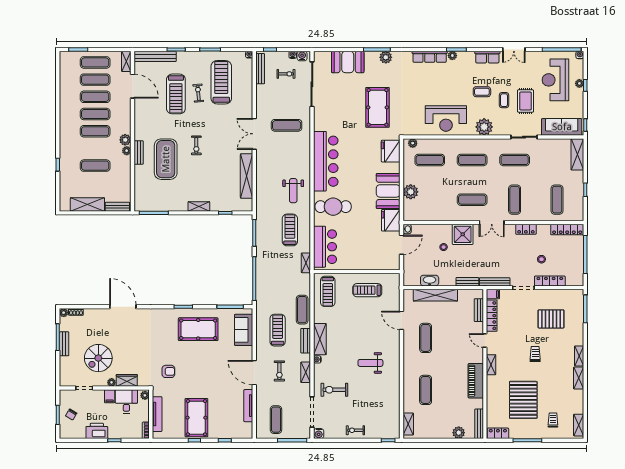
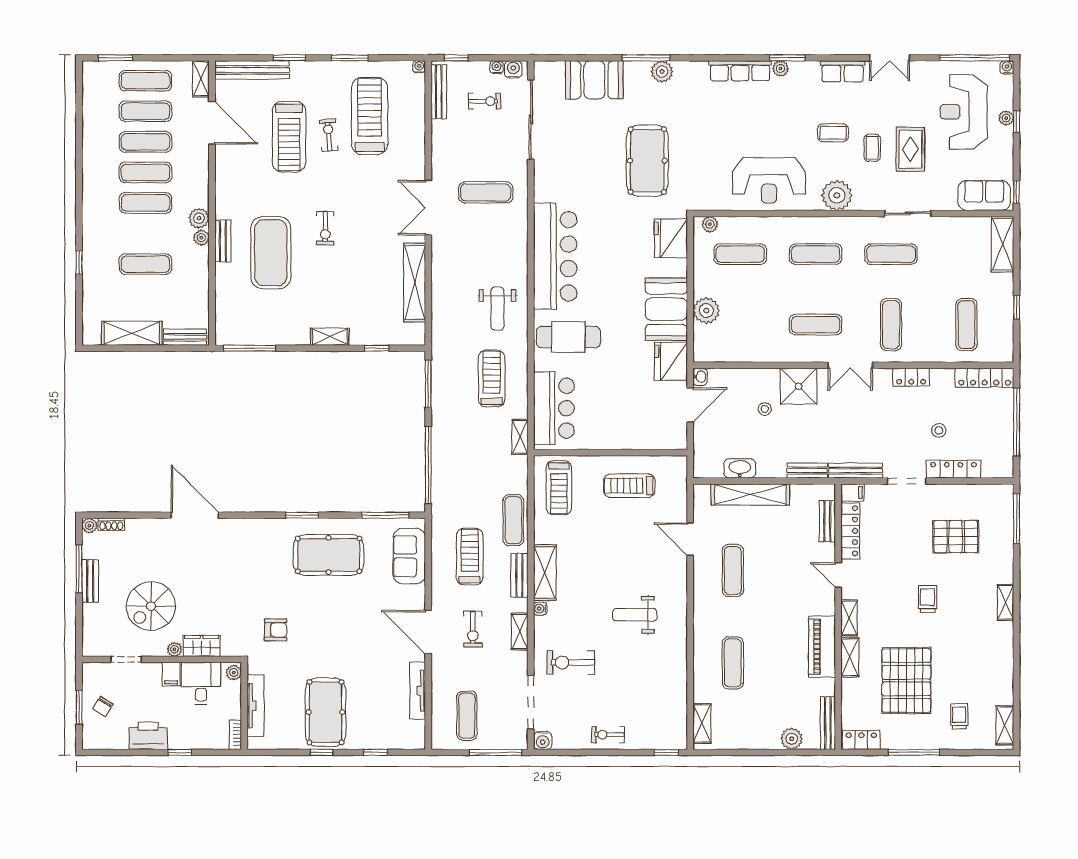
sofa: (562, 127) -> (984, 195), width x0.73
shelving: (579, 378) -> (850, 657), moved

